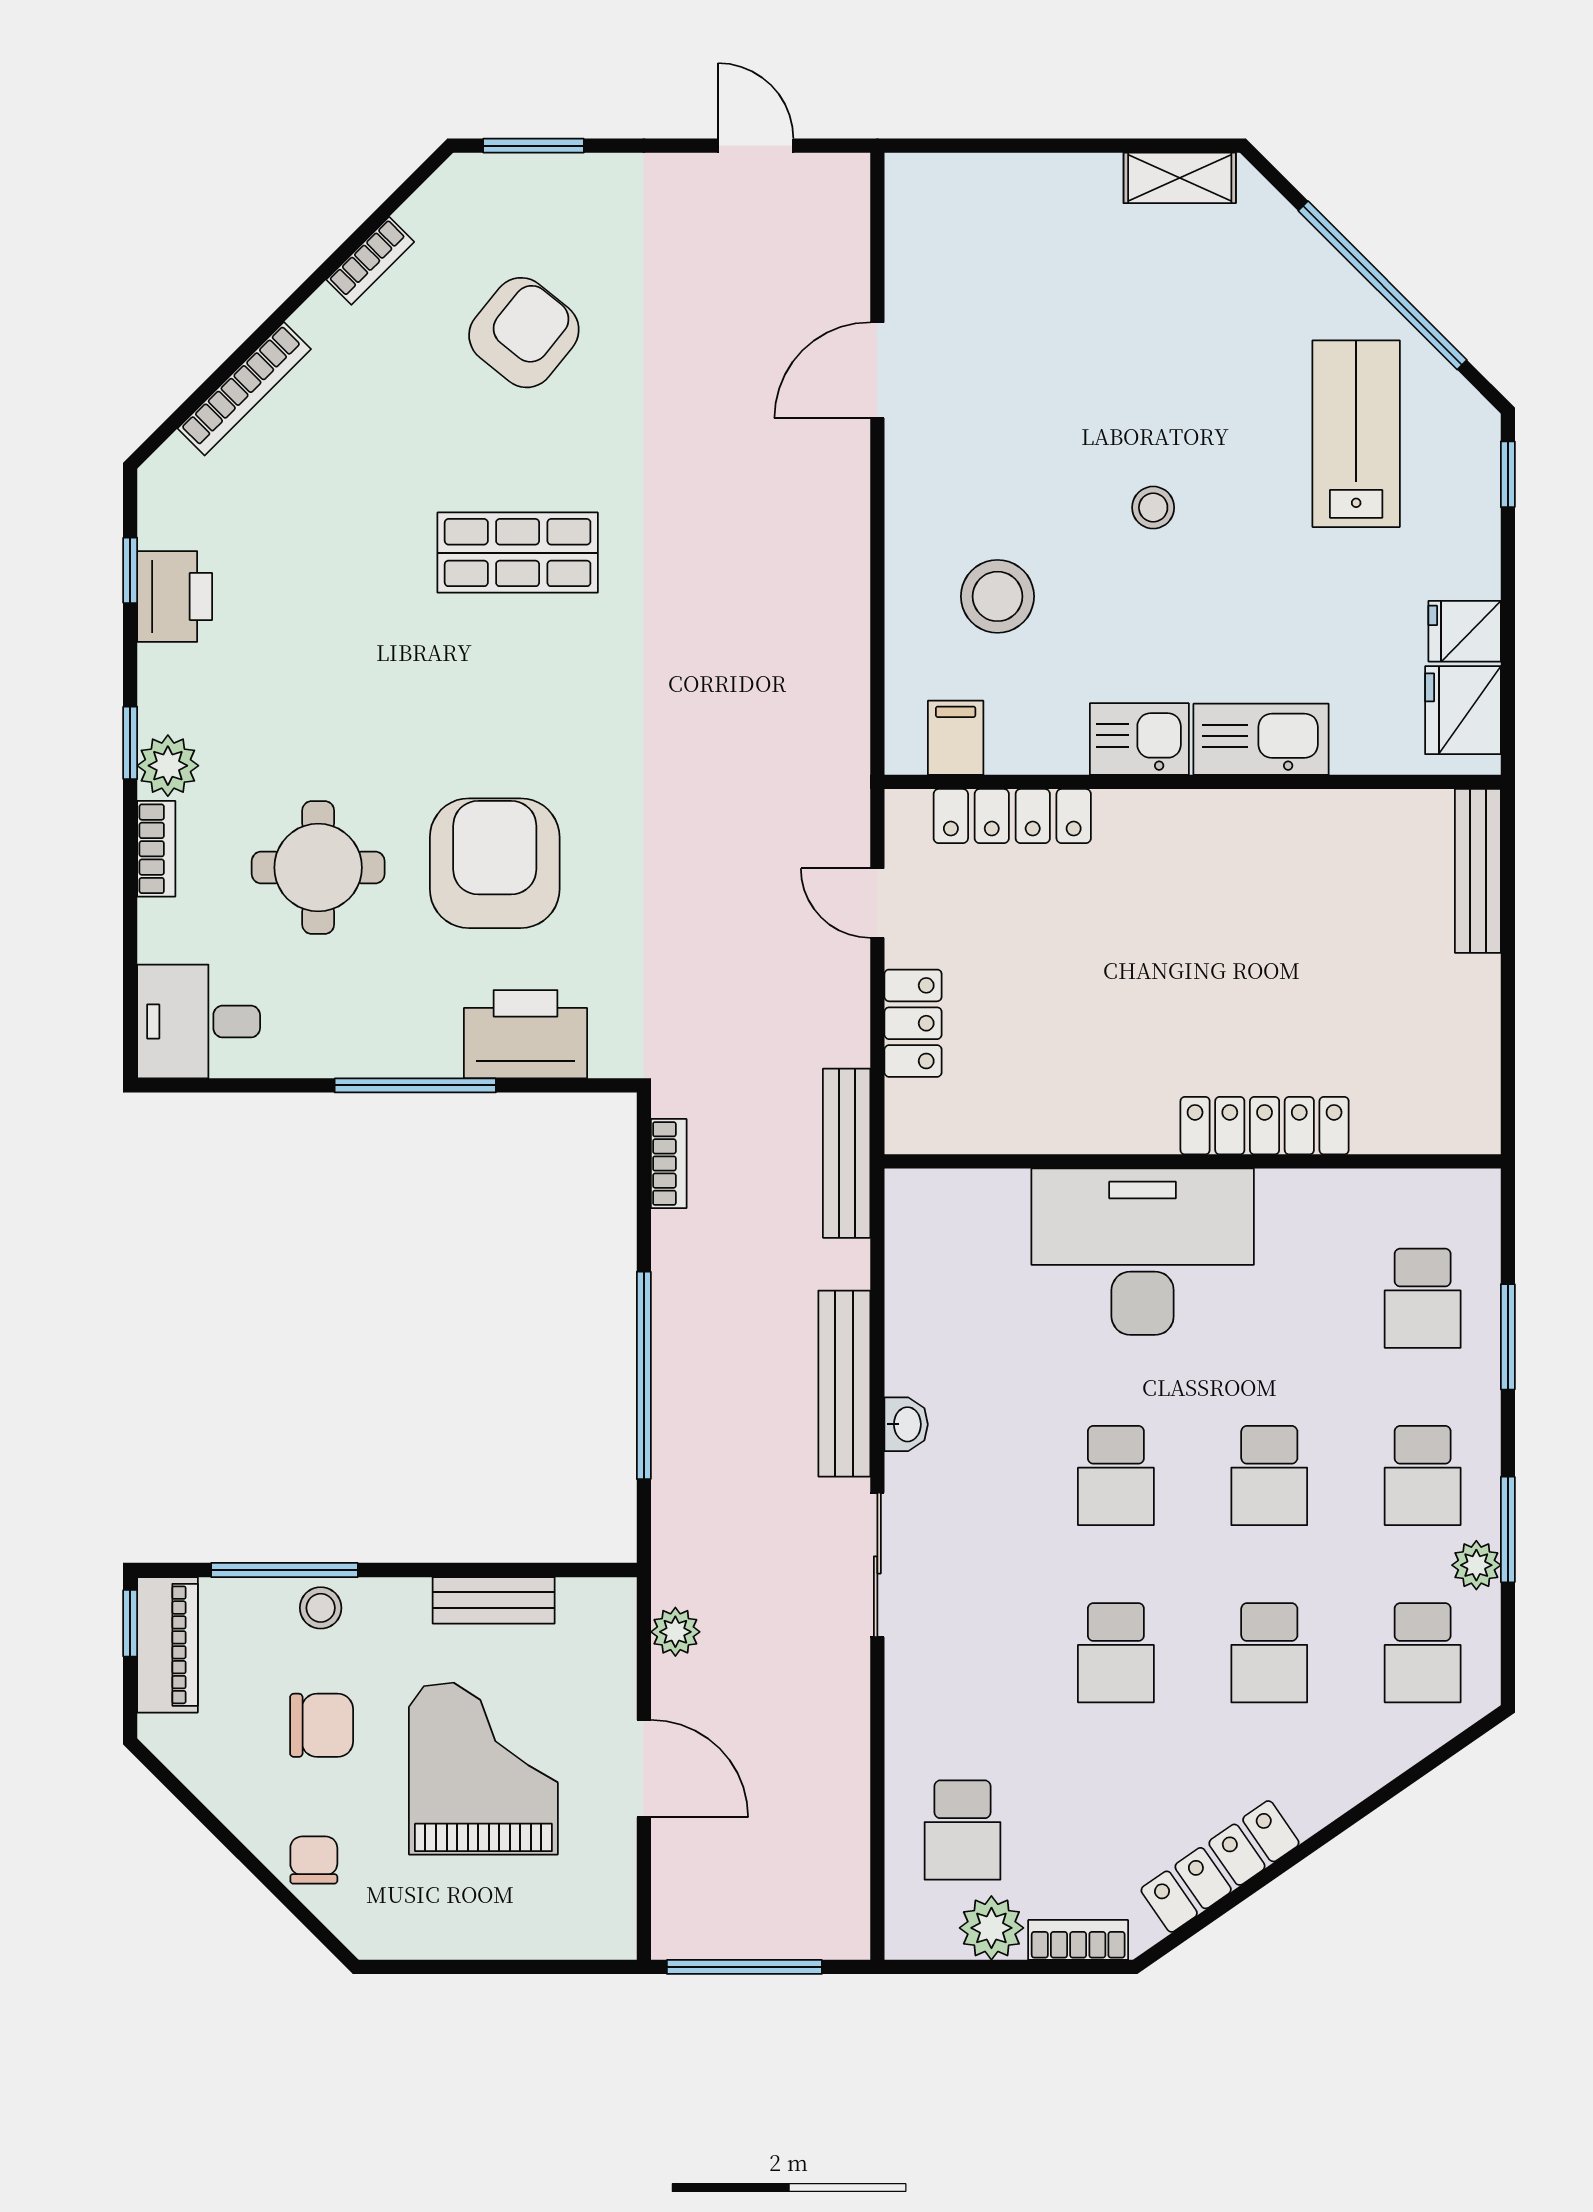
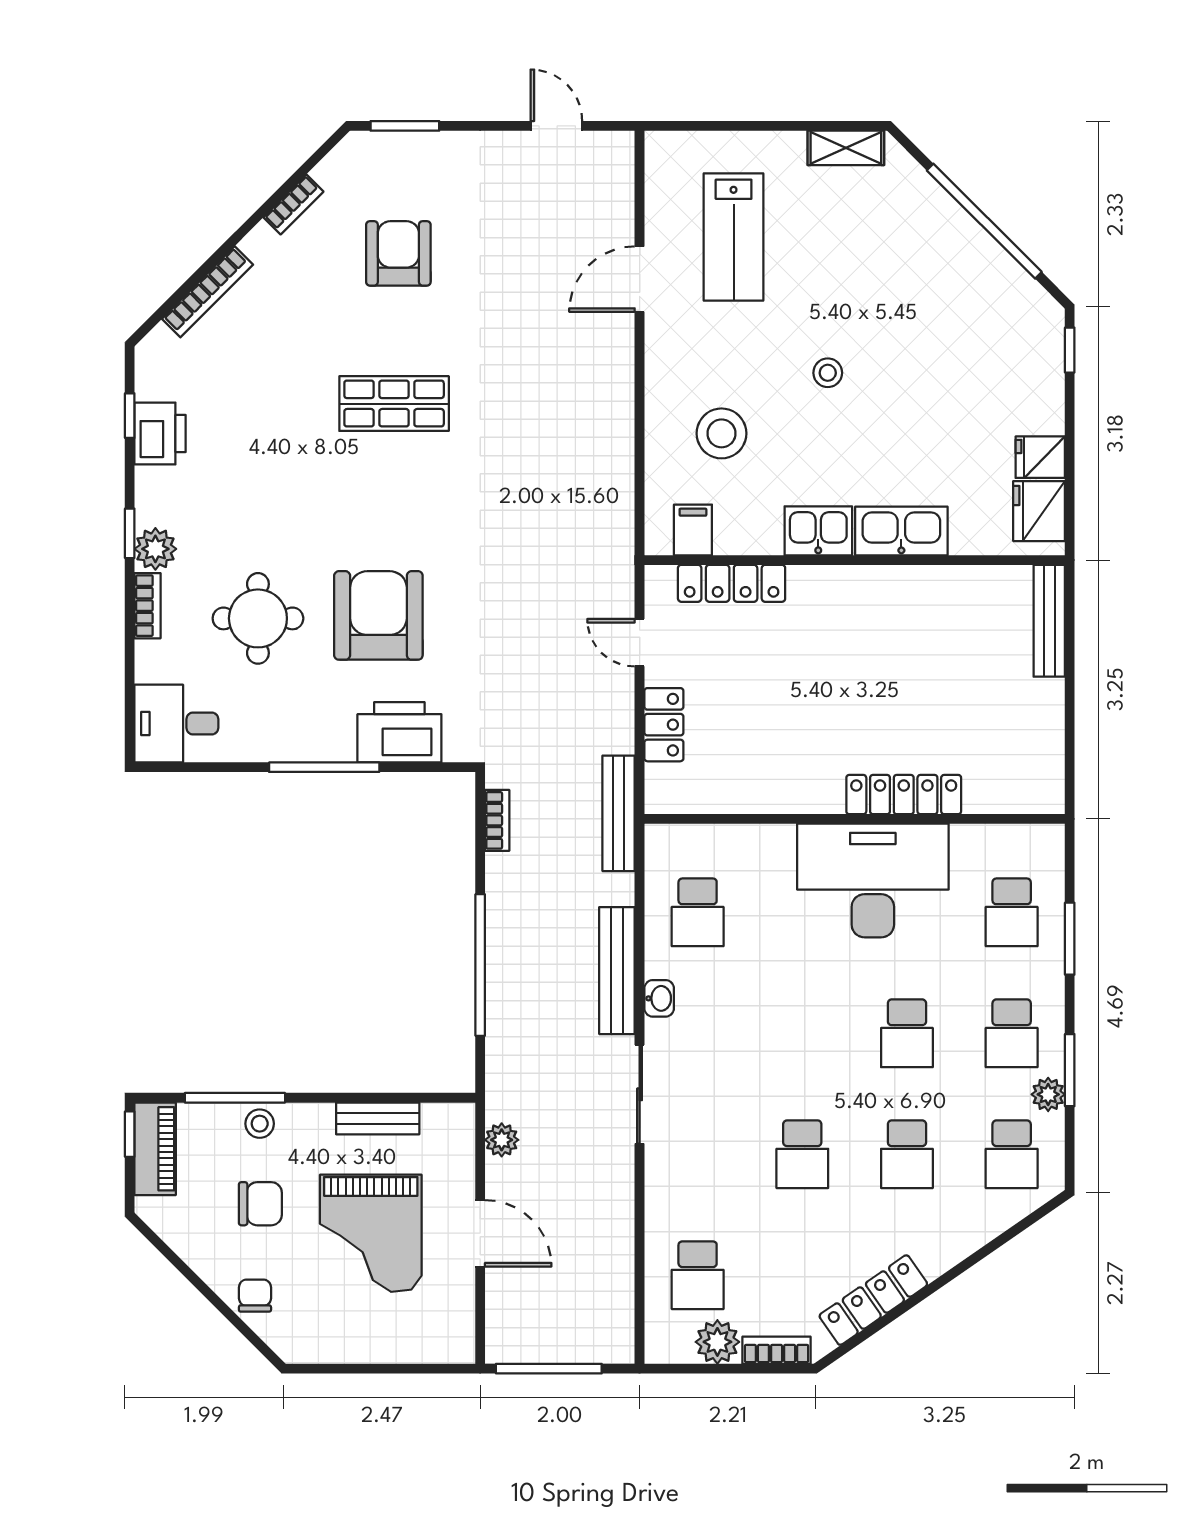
armchair: (524, 333) -> (398, 253), turned -39
lab bench: (1356, 434) -> (734, 237), moved, turned 180
desk: (1143, 1252) -> (873, 881), moved
school desk: (1116, 1476) -> (698, 912), moved
grand piano: (483, 1769) -> (371, 1233), turned 180

